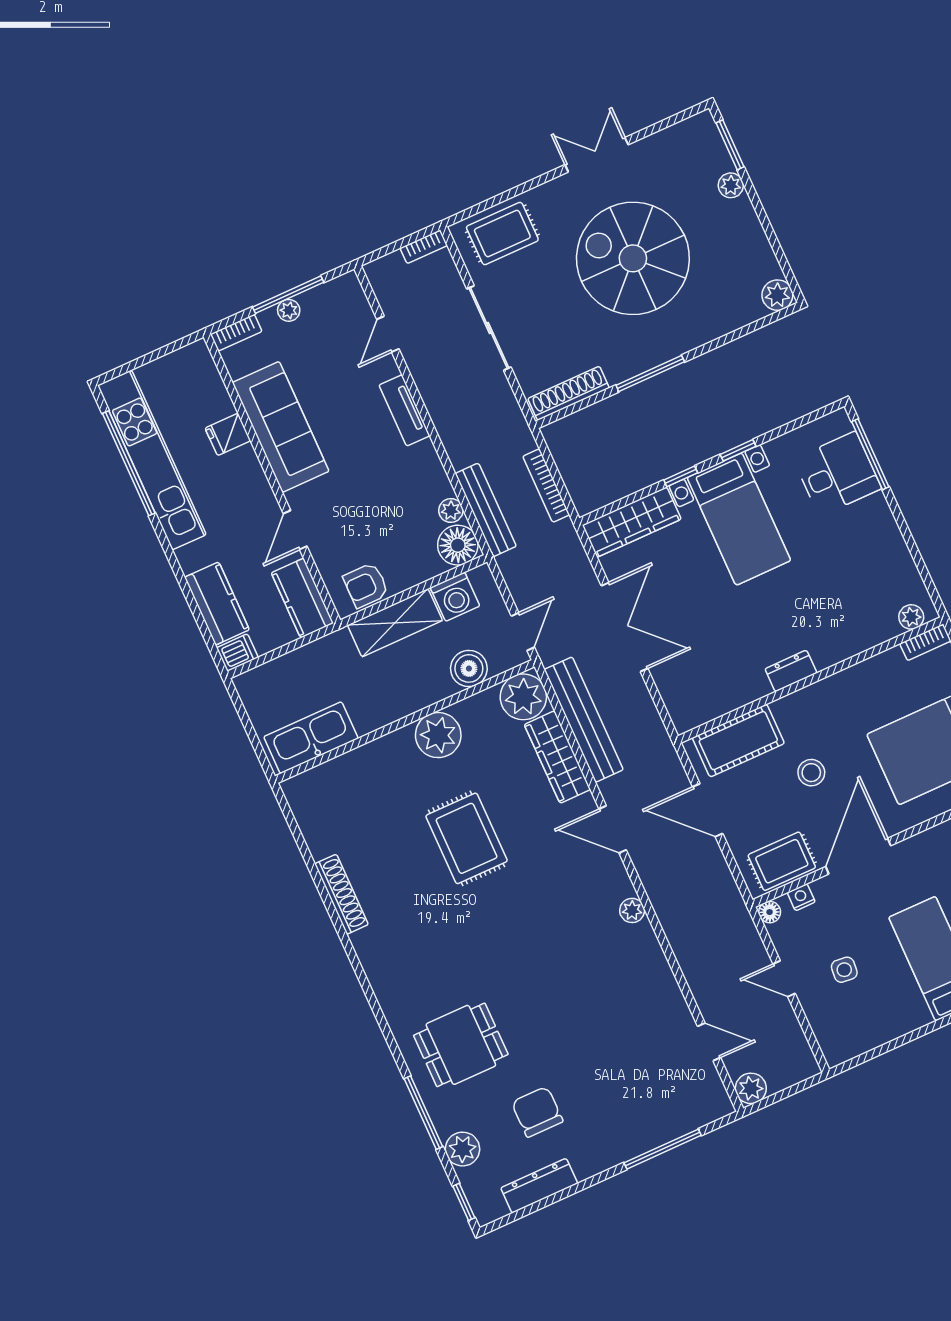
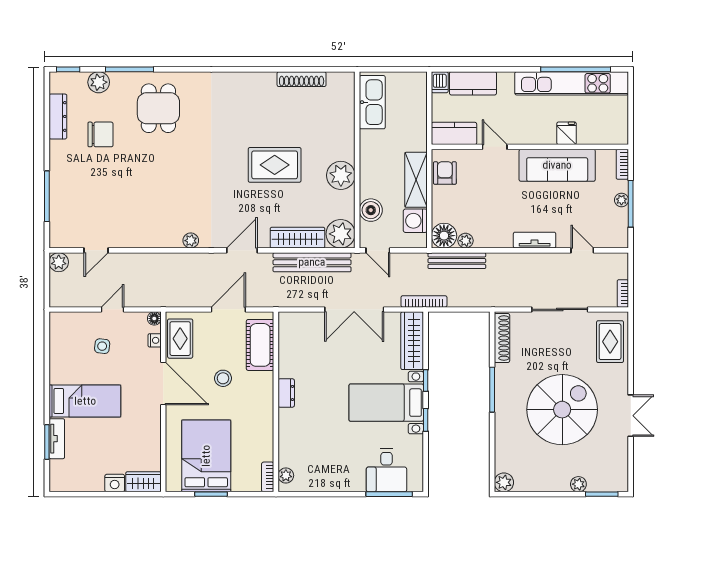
bookcase: (546, 486) -> (424, 301), moved
shoe rack: (341, 894) -> (302, 79), moved

